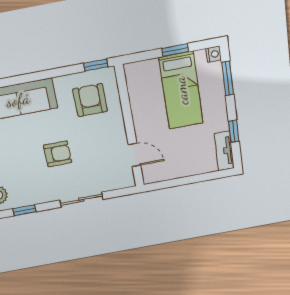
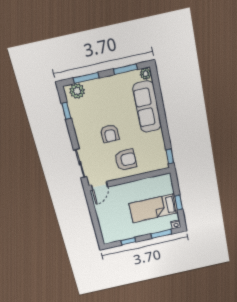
armchair: (90, 100) -> (126, 160), moved
tv unit: (224, 151) -> (115, 237), removed
door: (134, 155) -> (100, 186), moved
sliding door: (81, 200) -> (80, 163), moved

